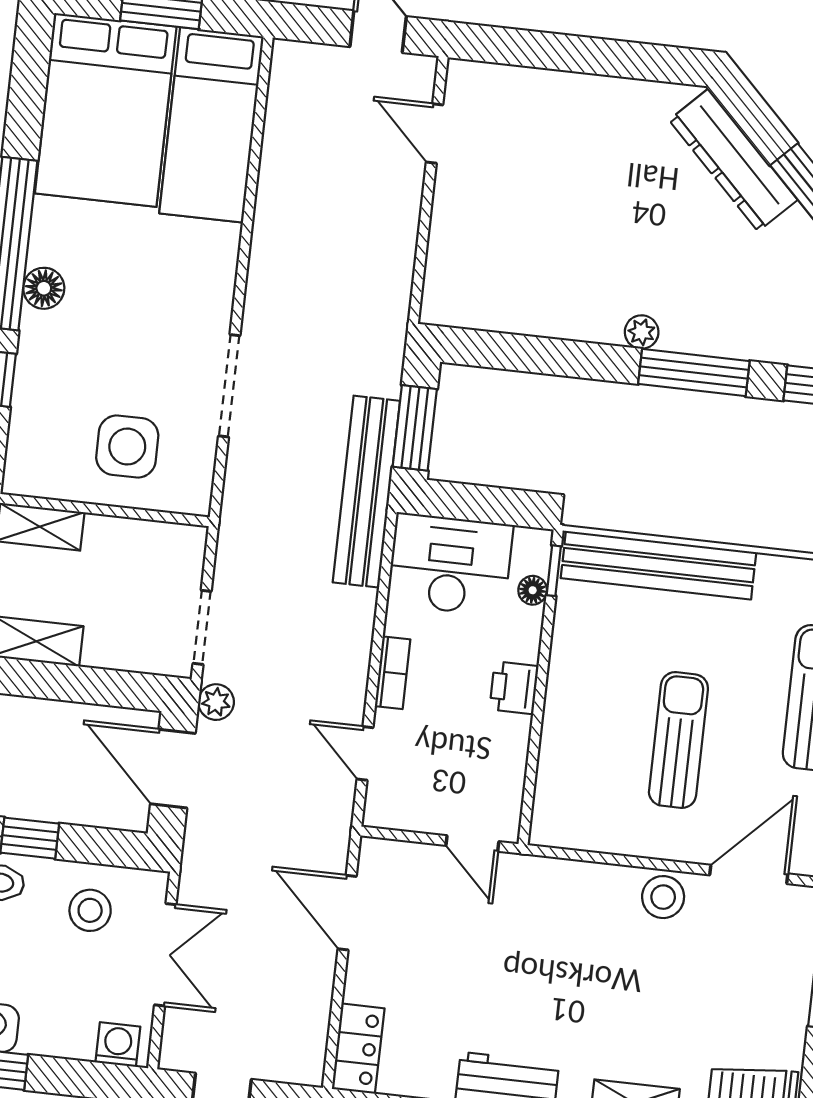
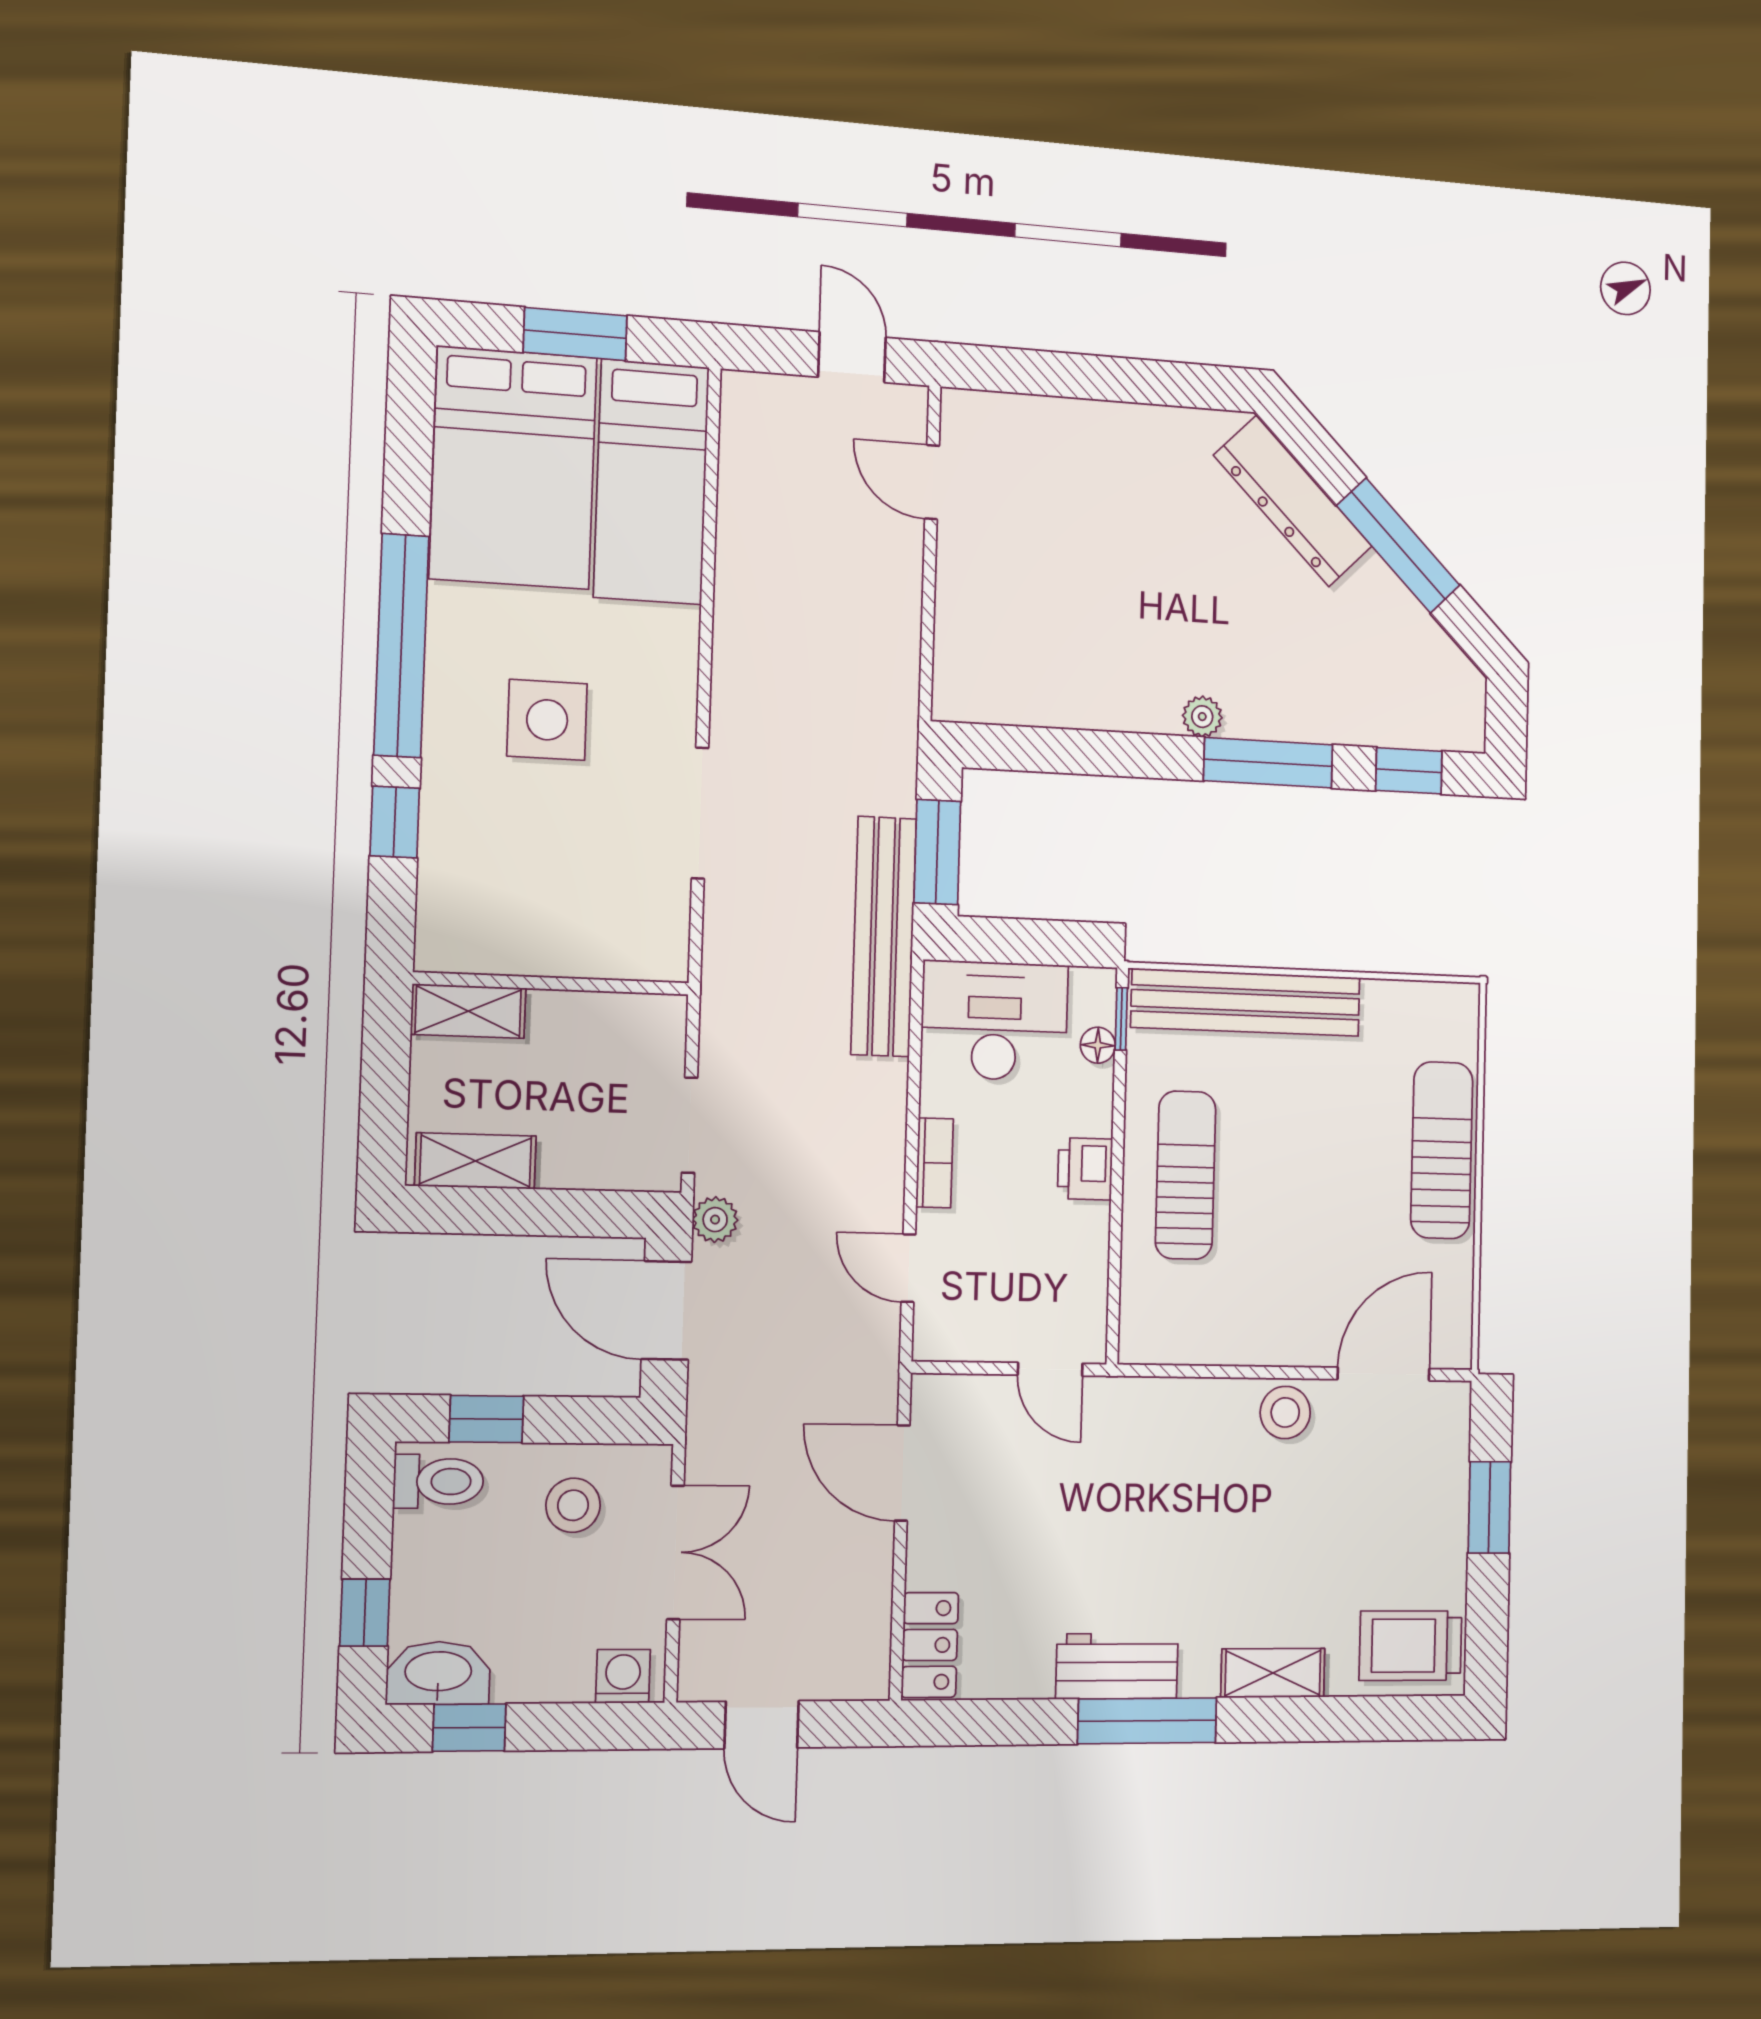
floor lamp: (44, 288) -> (450, 701), removed
side table: (127, 447) -> (547, 720), moved
sun lounger: (678, 740) -> (1186, 1175), moved

